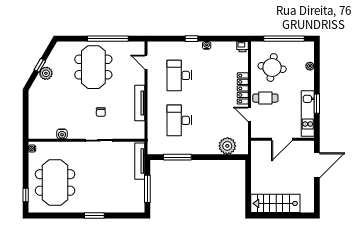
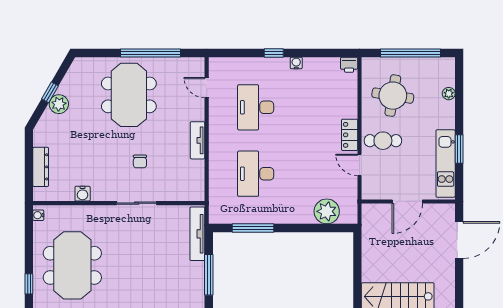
locker: (243, 88) -> (350, 135), width x0.66
tv unit: (140, 103) -> (198, 140), width x0.71
dresser: (34, 116) -> (41, 167), added

